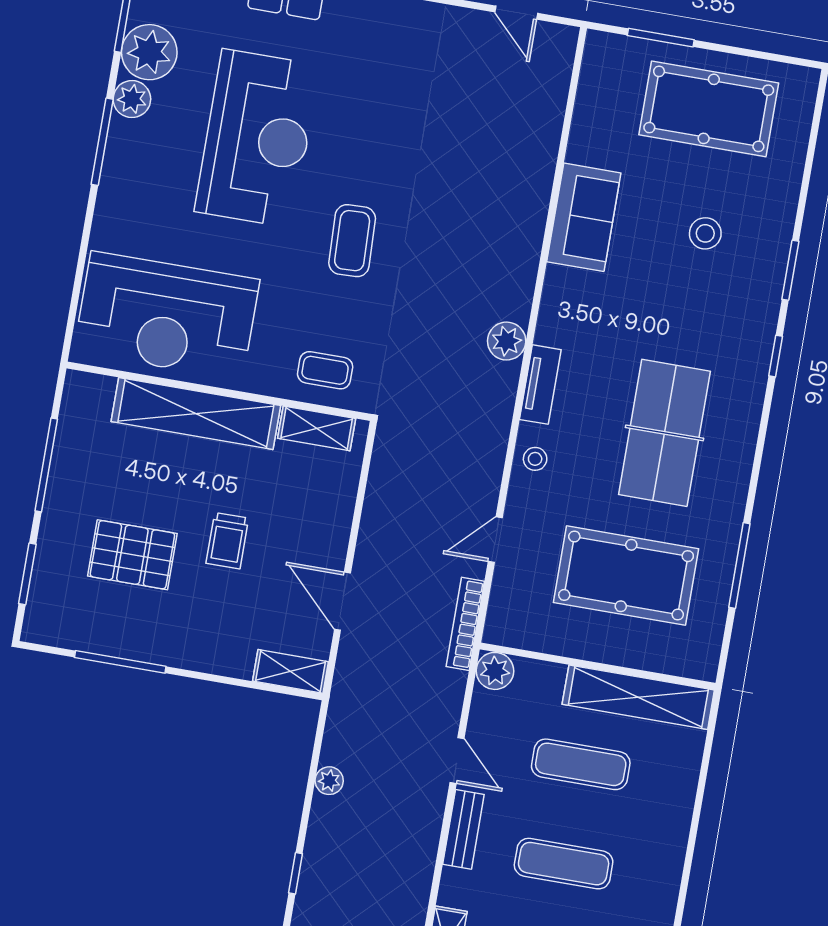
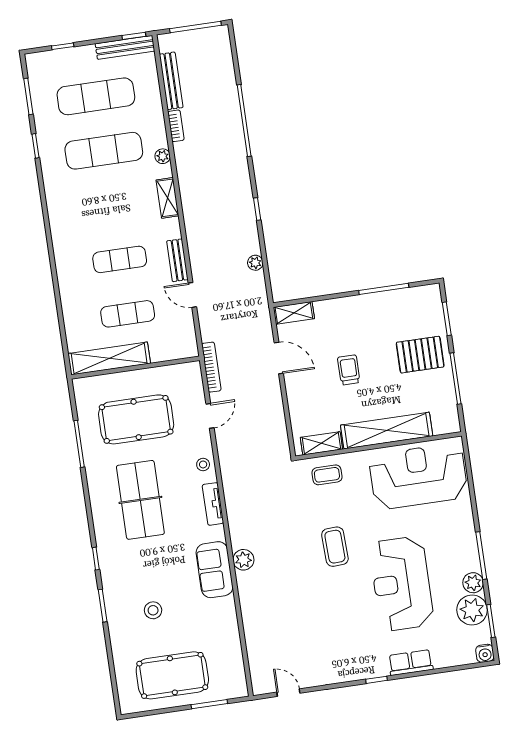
sofa: (584, 217) -> (215, 570), moved
plant: (507, 341) -> (243, 560), moved
pallet: (132, 555) -> (420, 355), moved
plant: (495, 671) -> (188, 348), removed

